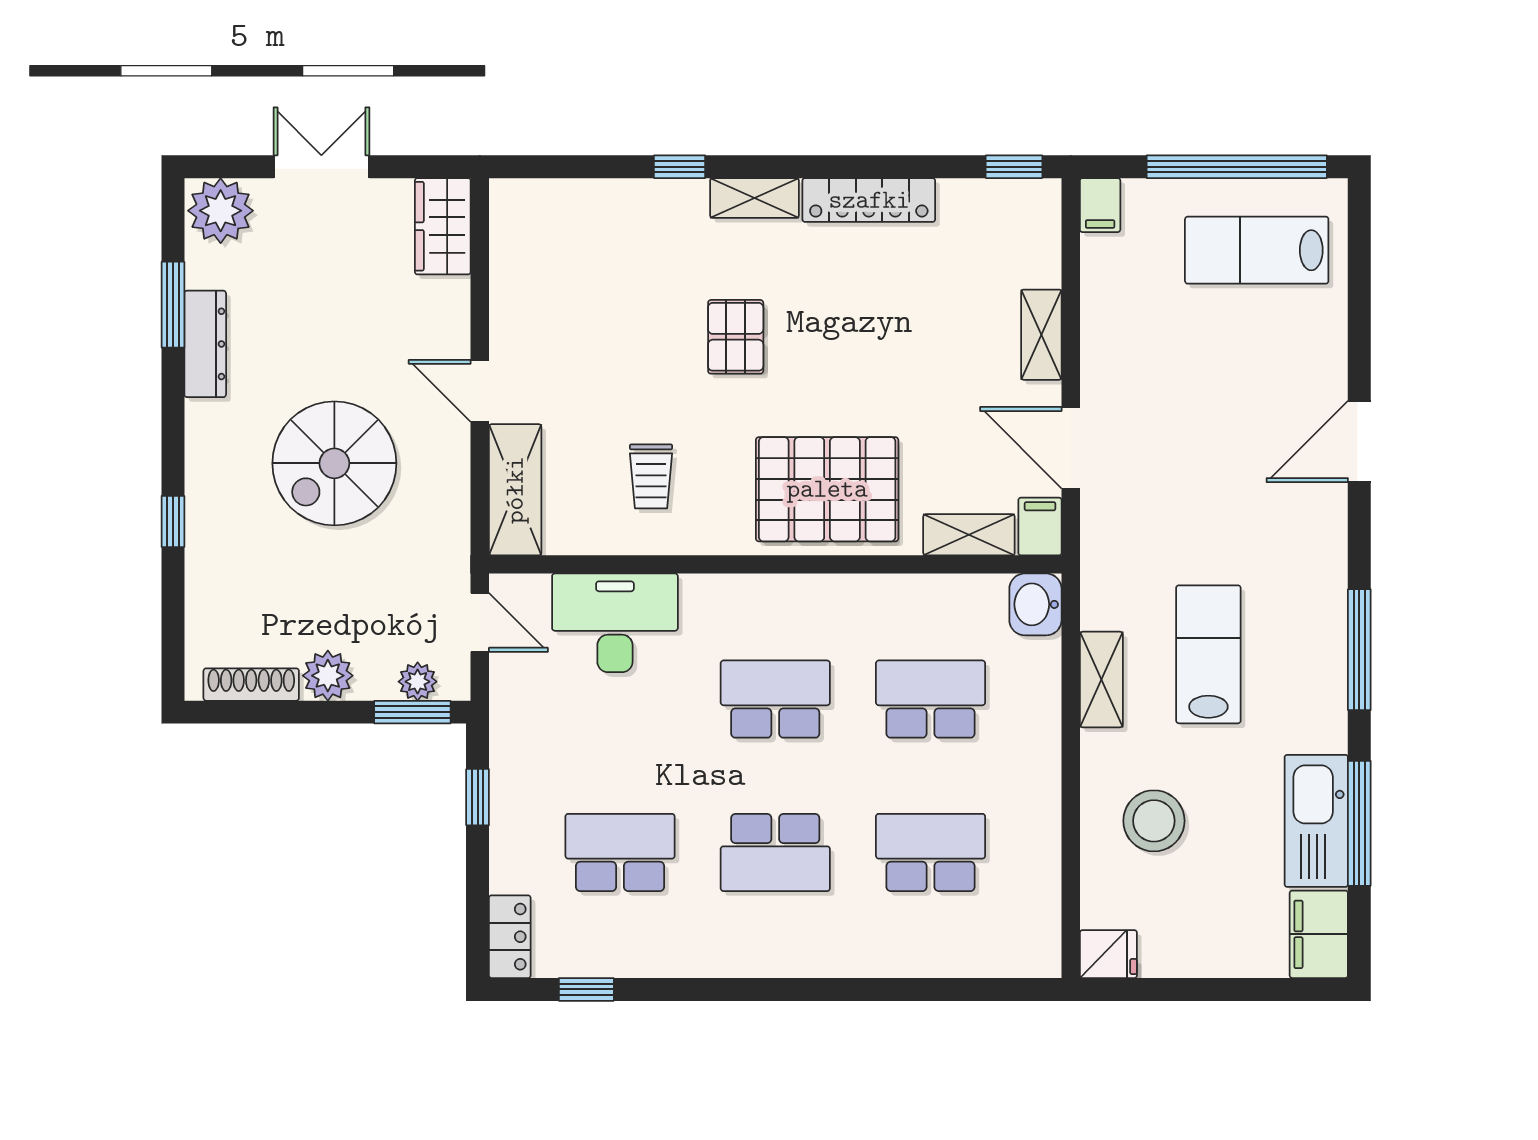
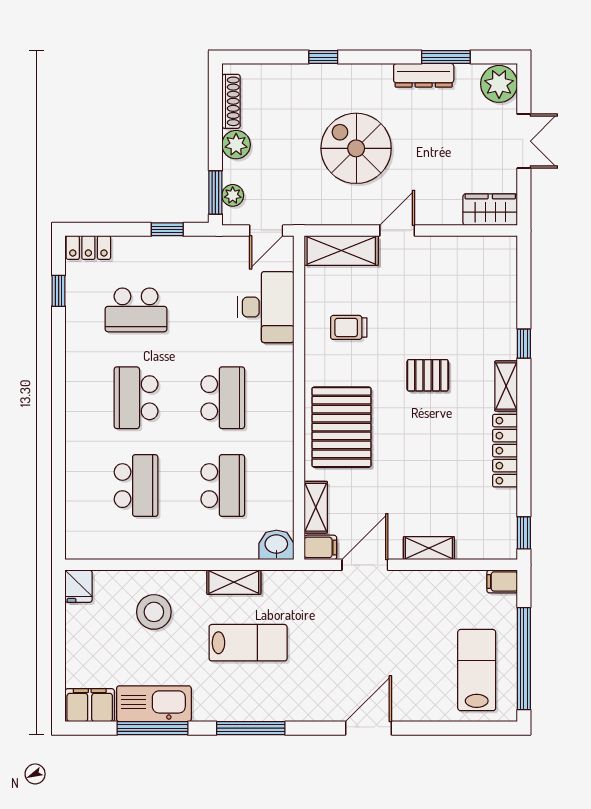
door: (1359, 441) -> (368, 728), hinge flipped
school desk: (620, 852) -> (136, 310), turned 90

